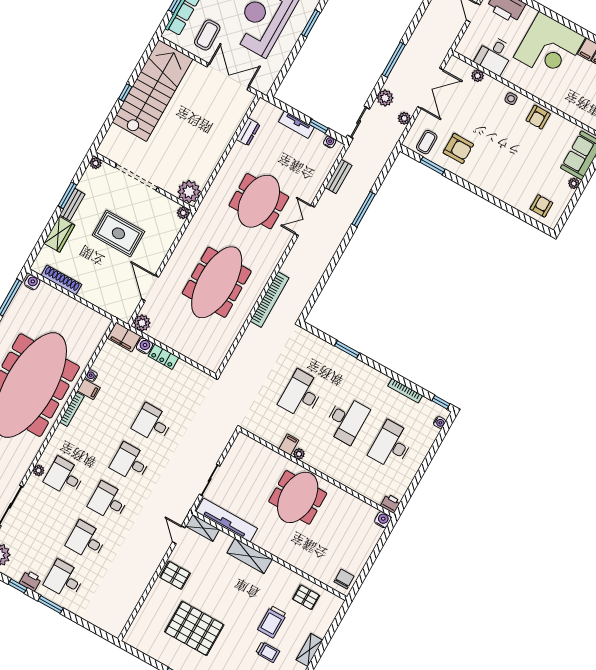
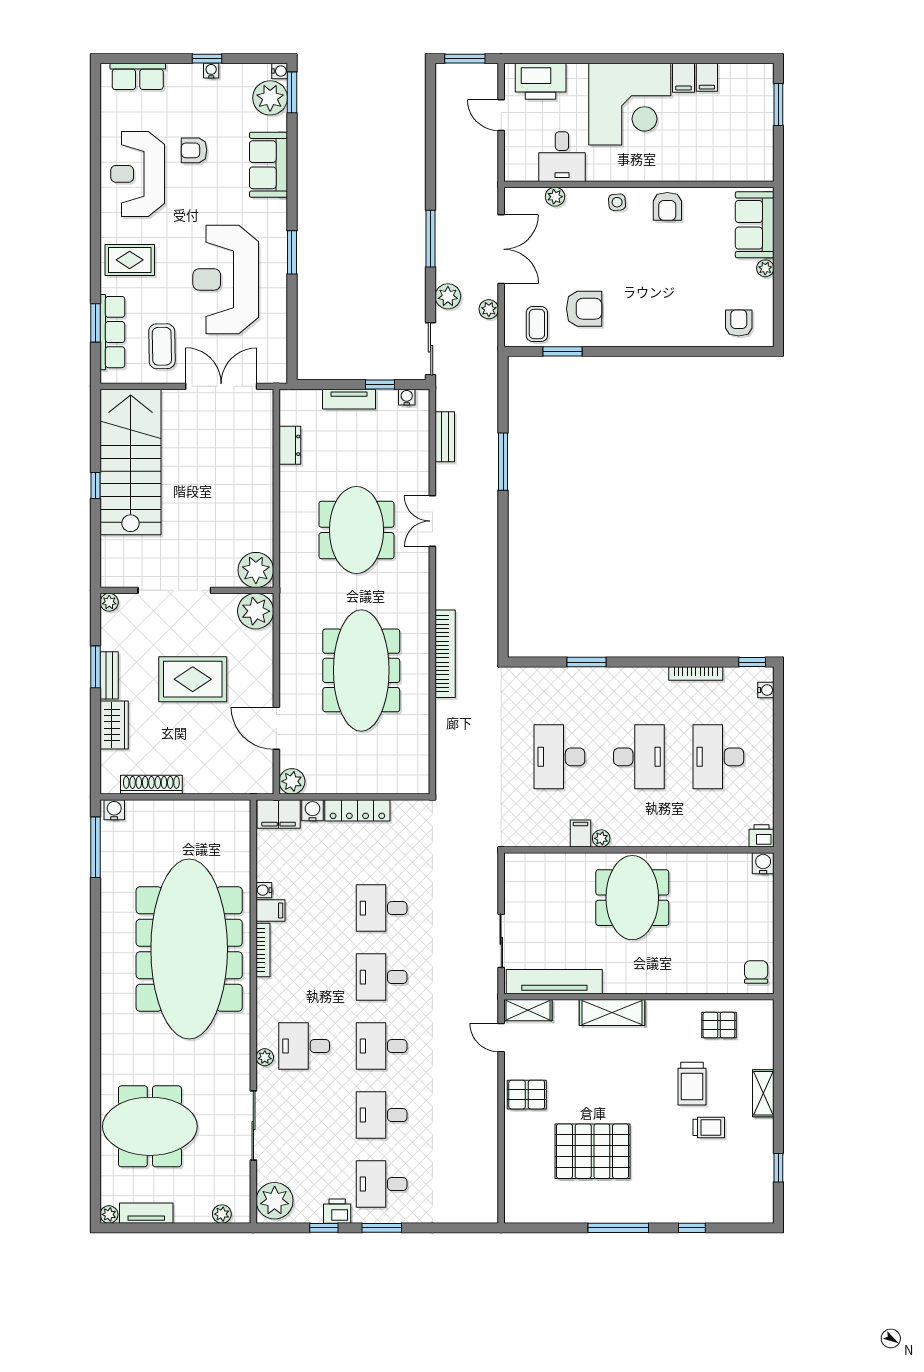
plant: (183, 213) -> (256, 611), width x1.88, depth x1.88
locker: (163, 357) -> (357, 810), width x1.53

